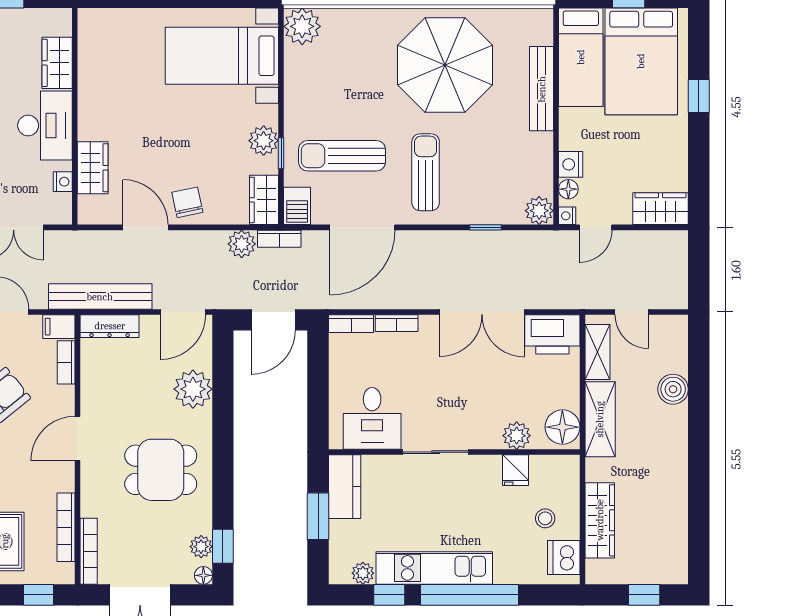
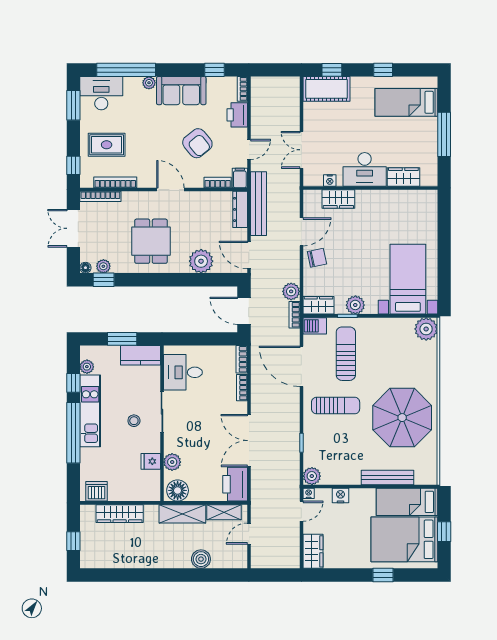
floor lamp: (568, 189) -> (325, 494), removed
door: (596, 227) -> (301, 511), swing flipped
stool: (545, 518) -> (134, 421), moved

